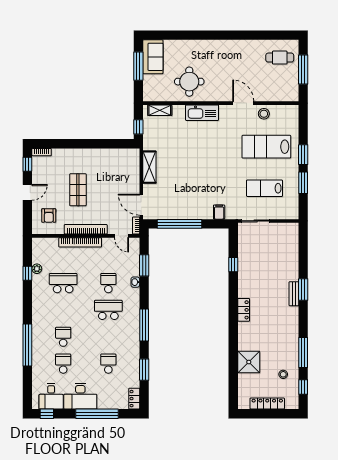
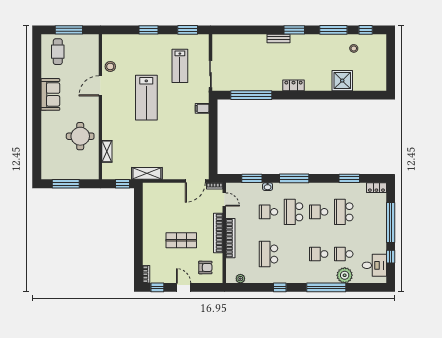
sofa: (153, 57) -> (50, 94), moved, turned 90
shelving: (160, 110) -> (107, 151), moved
kitchen sink: (202, 113) -> (109, 124), removed
lab bench: (266, 147) -> (146, 98), moved
shelving: (149, 167) -> (147, 173), moved
window: (303, 183) -> (188, 30), moved
window: (180, 224) -> (213, 145), removed
door: (122, 236) -> (224, 199), hinge flipped
window: (233, 265) -> (251, 95), width x3.17
plant: (37, 269) -> (240, 279), moved
window: (27, 273) -> (280, 287), moved
window: (303, 290) -> (294, 30), moved
window: (144, 325) -> (294, 178), moved
school desk: (108, 337) -> (319, 212), added
school desk: (108, 364) -> (344, 212), width x1.85
plant: (40, 365) -> (345, 275), added
desk: (80, 396) -> (374, 238), removed
locker: (267, 403) -> (381, 63), removed
window: (47, 414) -> (391, 257), moved

